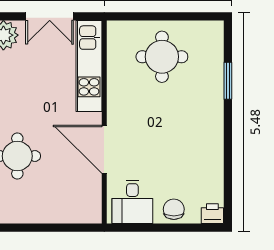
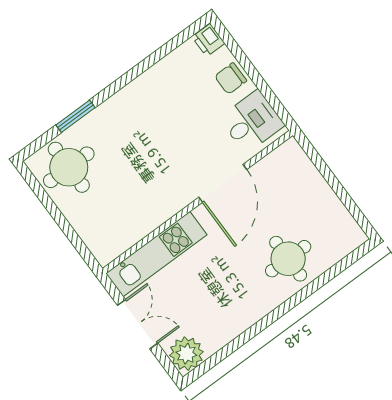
round table: (162, 57) -> (69, 167), moved

